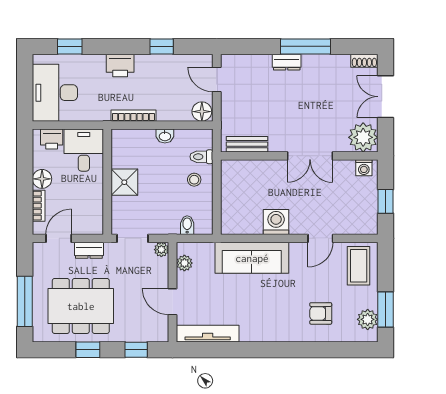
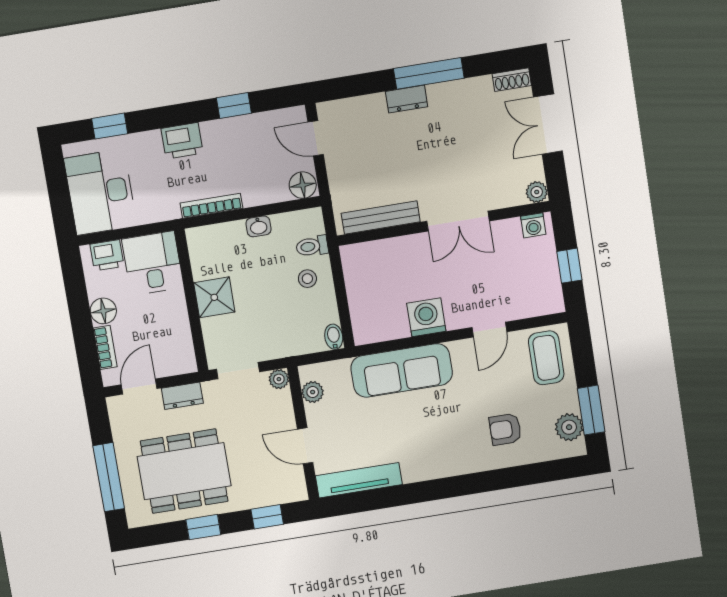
plant: (363, 137) -> (537, 192), width x0.53, depth x0.53
bench: (247, 144) -> (381, 218), width x1.36
bidet: (187, 225) -> (334, 337), moved

